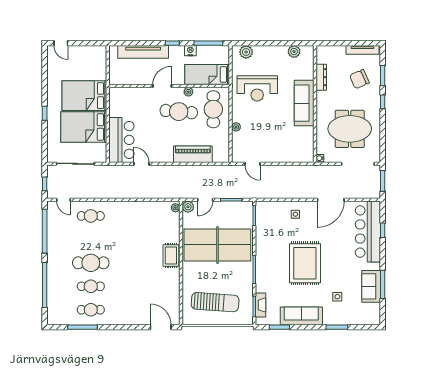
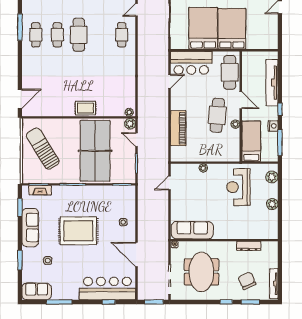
plant: (294, 52) -> (272, 204), moved
sofa: (304, 103) -> (192, 230), moved
cafe table: (213, 109) -> (230, 72), moved, turned 90
sofa: (371, 286) -> (37, 291), moved
sun lounger: (215, 302) -> (43, 149), turned 144

